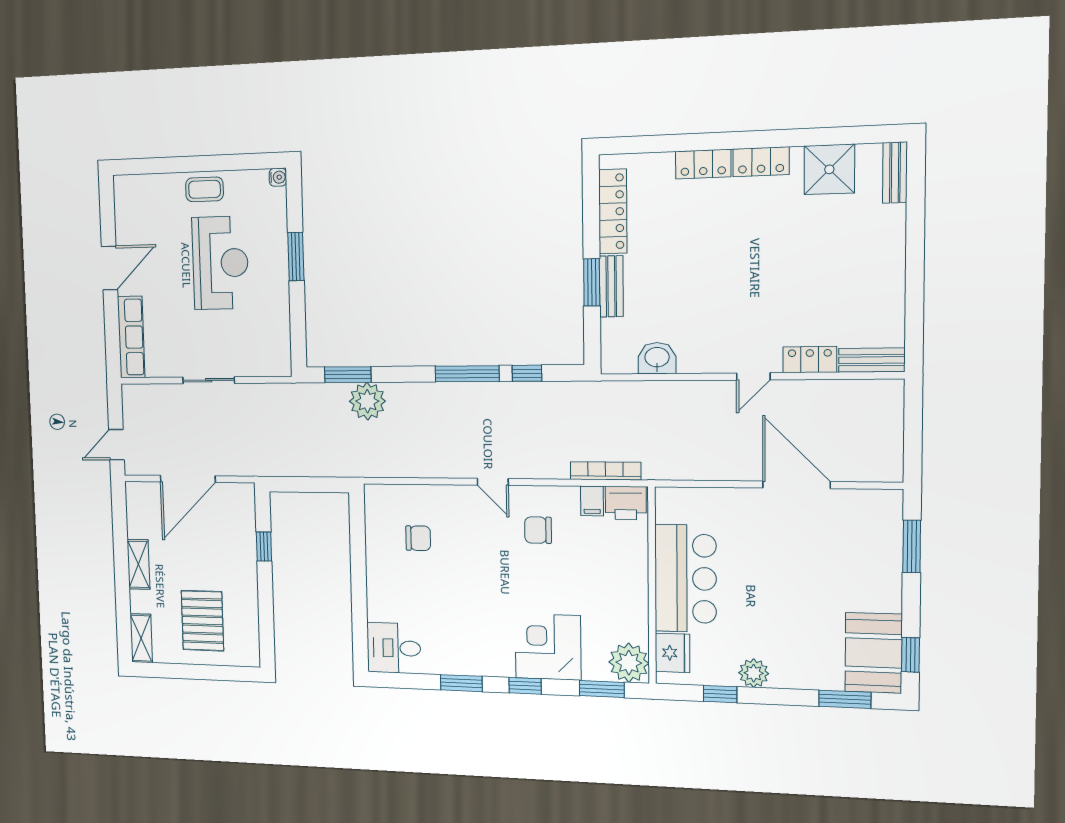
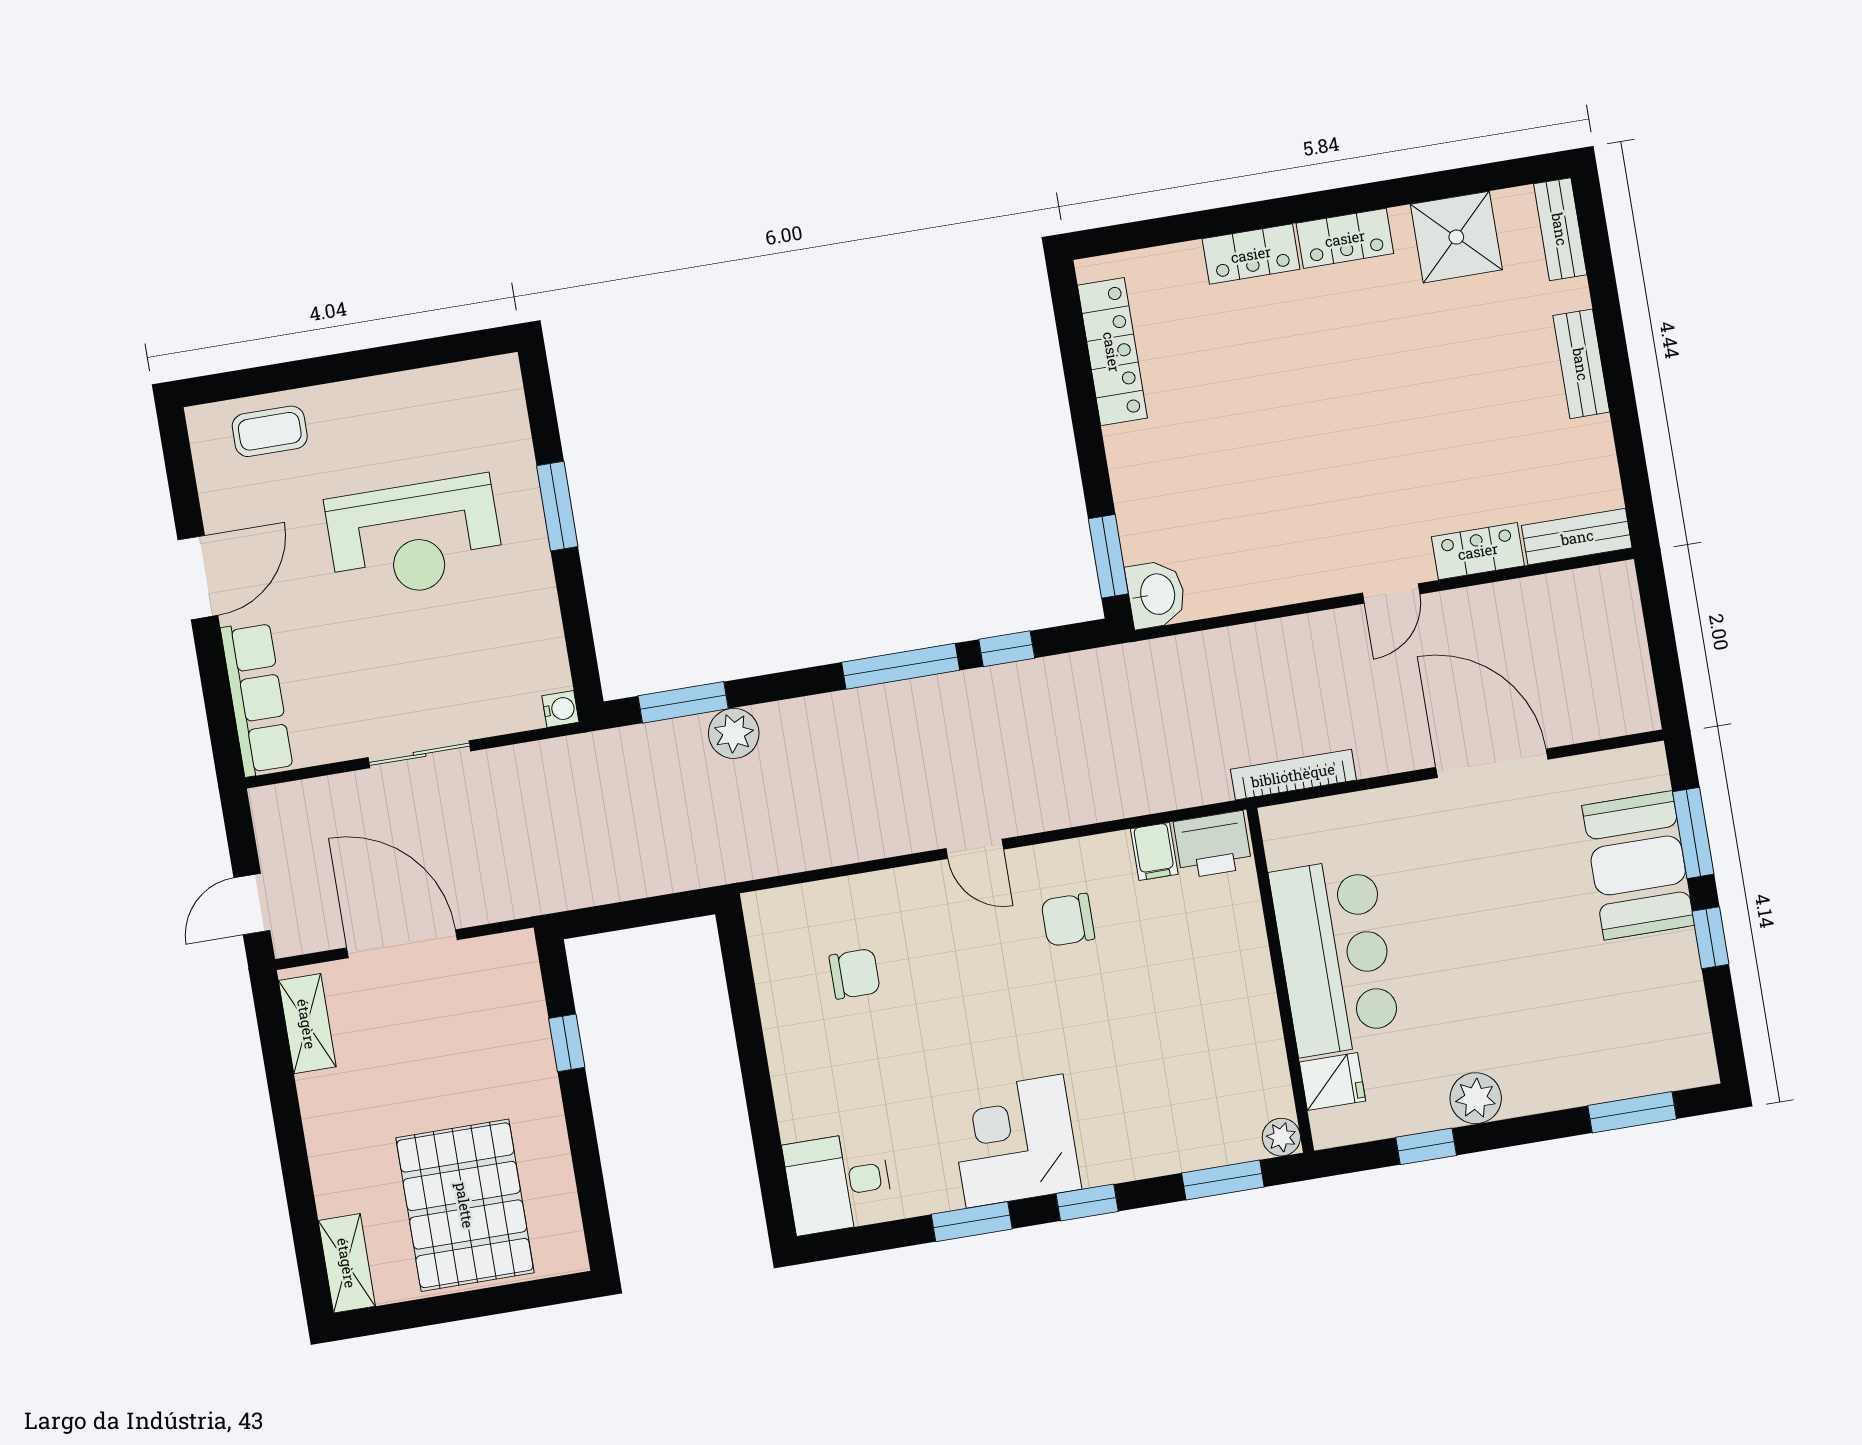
water cooler: (278, 177) -> (560, 709), moved
coffee table: (204, 189) -> (270, 431), moved
reception desk: (220, 263) -> (415, 538), turned 90
window: (592, 282) -> (1108, 556), moved
bench: (611, 286) -> (1581, 364), moved
washbasin: (657, 358) -> (1156, 594), moved, turned 90
plant: (367, 401) -> (734, 733), width x0.73, depth x0.73
bookcase: (606, 471) -> (1293, 775), moved
door: (188, 479) -> (402, 944), swing flipped
shelving: (138, 564) -> (307, 1024), moved
pallet: (202, 621) -> (465, 1205), width x1.37, depth x1.41
corner desk: (548, 647) -> (1015, 1141), moved
fridge: (672, 653) -> (1332, 1082), width x0.72
booth: (874, 653) -> (1638, 865), moved
window: (910, 655) -> (1711, 938), moved
plant: (629, 663) -> (1281, 1137), width x0.53, depth x0.53

